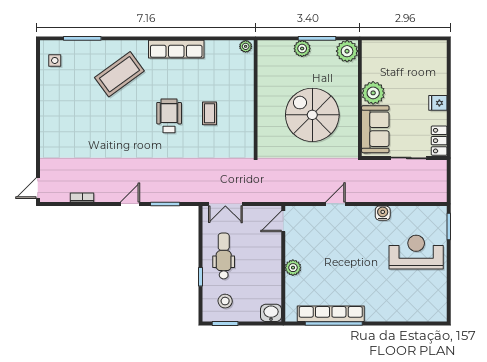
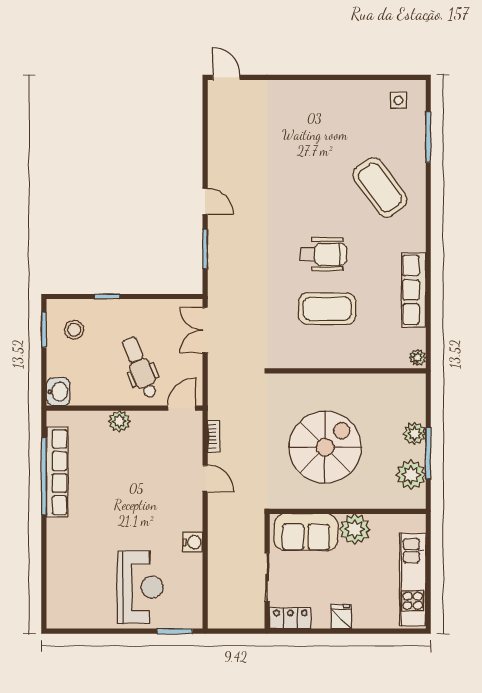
row of seats: (176, 49) -> (414, 290), moved
kitchen unit: (410, 50) -> (413, 579), added
plant: (347, 51) -> (411, 475), moved
coffee table: (209, 113) -> (327, 309), width x1.86, depth x1.72
bookcase: (82, 197) -> (214, 436), moved
door: (283, 221) -> (182, 408), hinge flipped
dental chair: (224, 256) -> (140, 368), moved, turned -112

